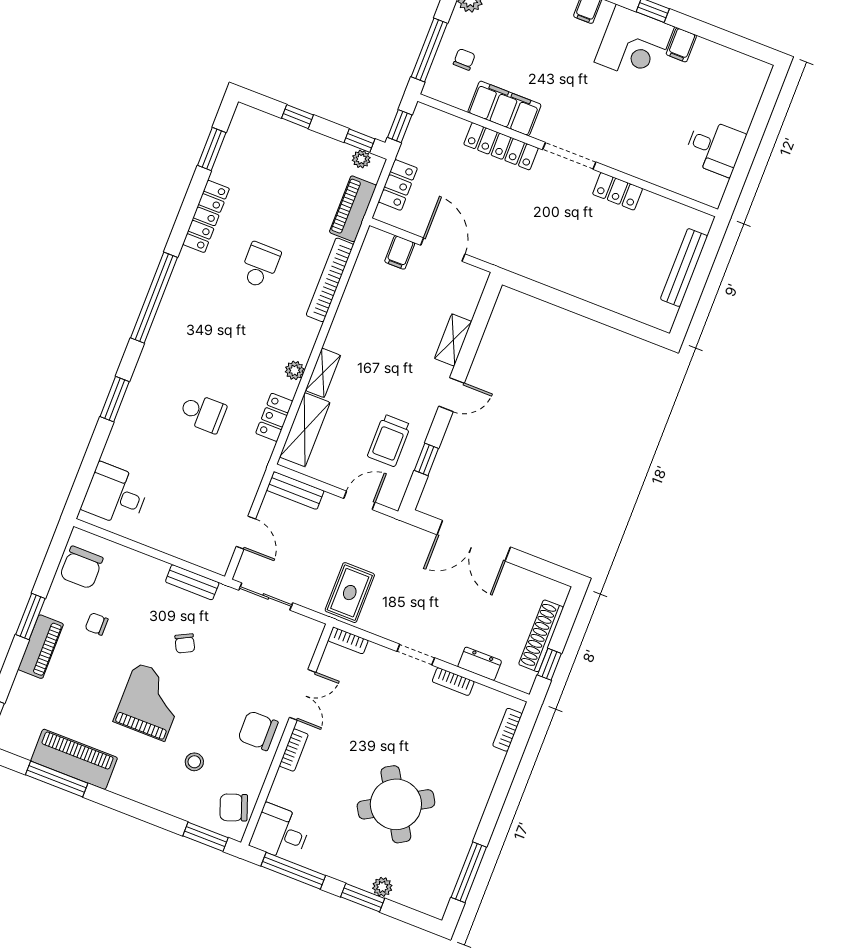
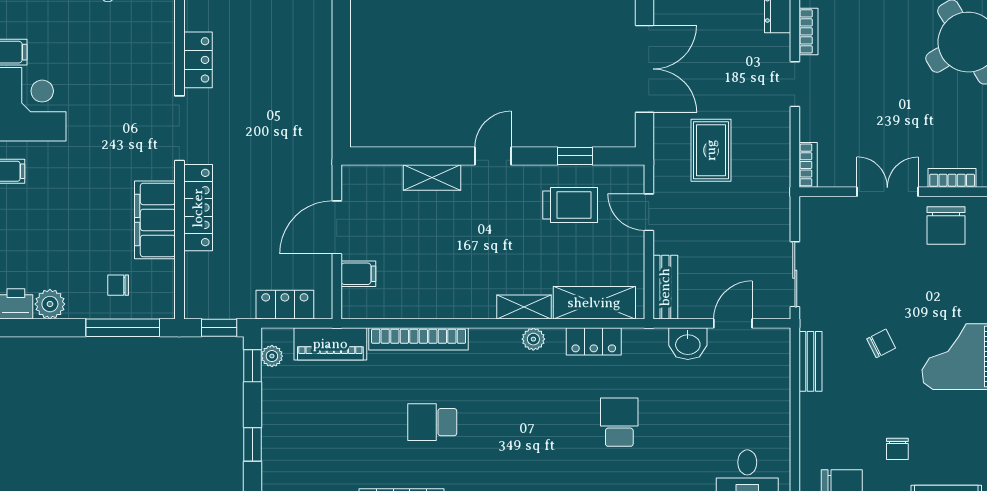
door: (451, 395) -> (493, 156), hinge flipped
washbasin: (244, 491) -> (688, 344), added
rug: (350, 593) -> (711, 150), moved, turned 90

